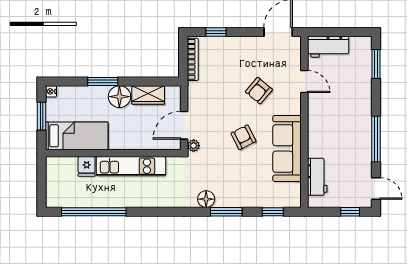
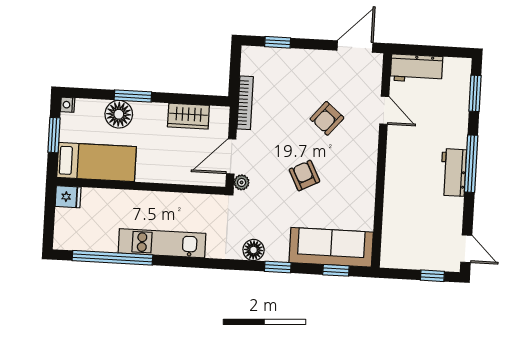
bookcase: (193, 59) -> (245, 103), moved
floor lamp: (119, 97) -> (119, 114), moved
window: (376, 139) -> (471, 164), moved
sofa: (287, 148) -> (331, 247), moved, turned 90
fridge: (87, 166) -> (68, 197), moved, turned -90
kitchen unit: (131, 166) -> (162, 243), moved, turned 180
workbench: (317, 177) -> (453, 172), moved, turned 180
window: (226, 212) -> (278, 267), width x0.67

